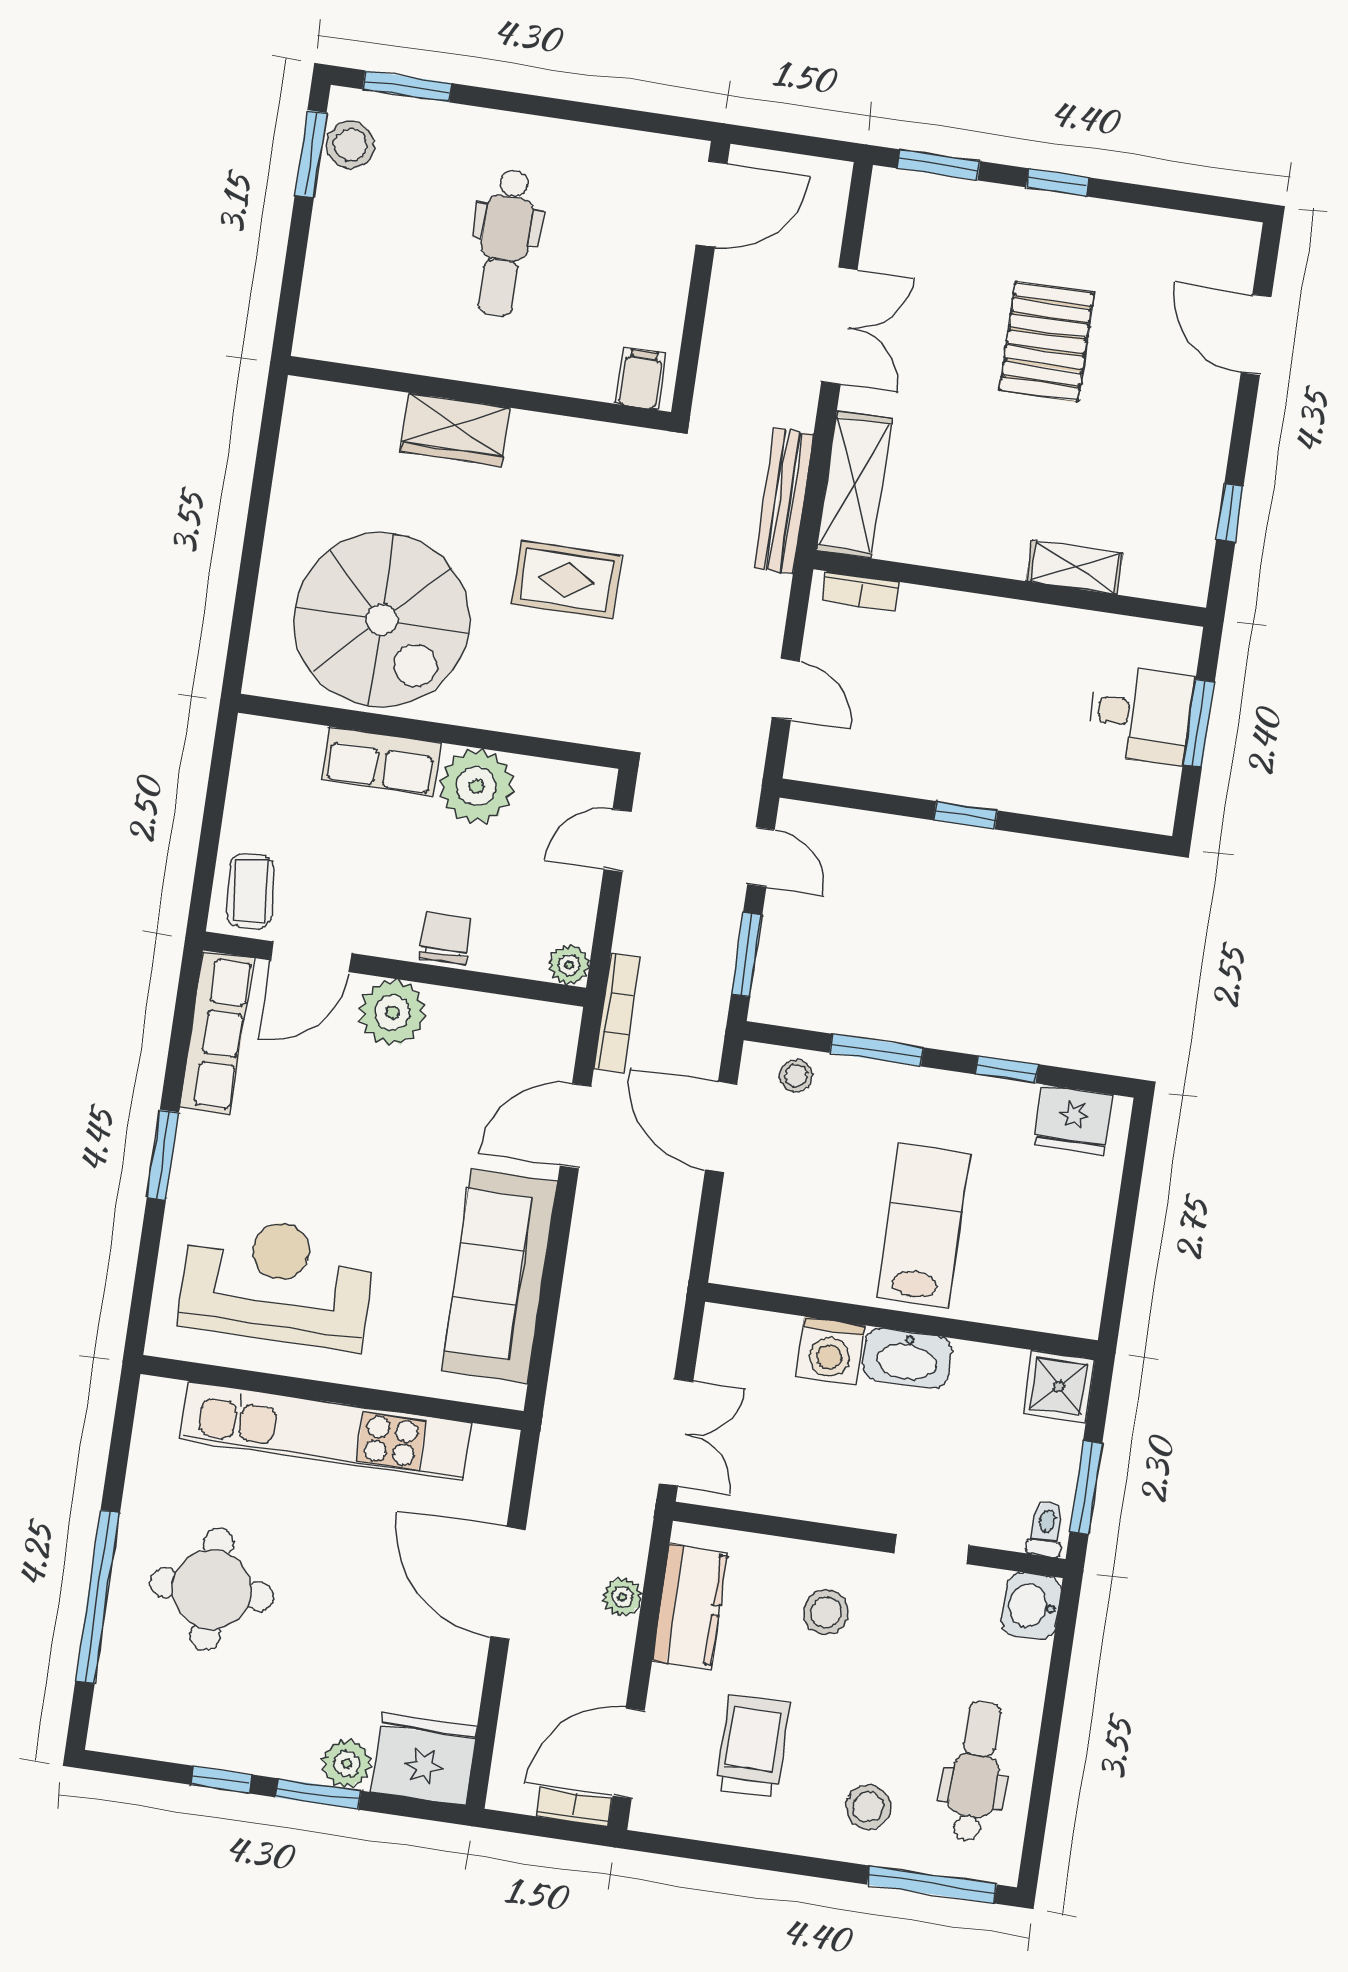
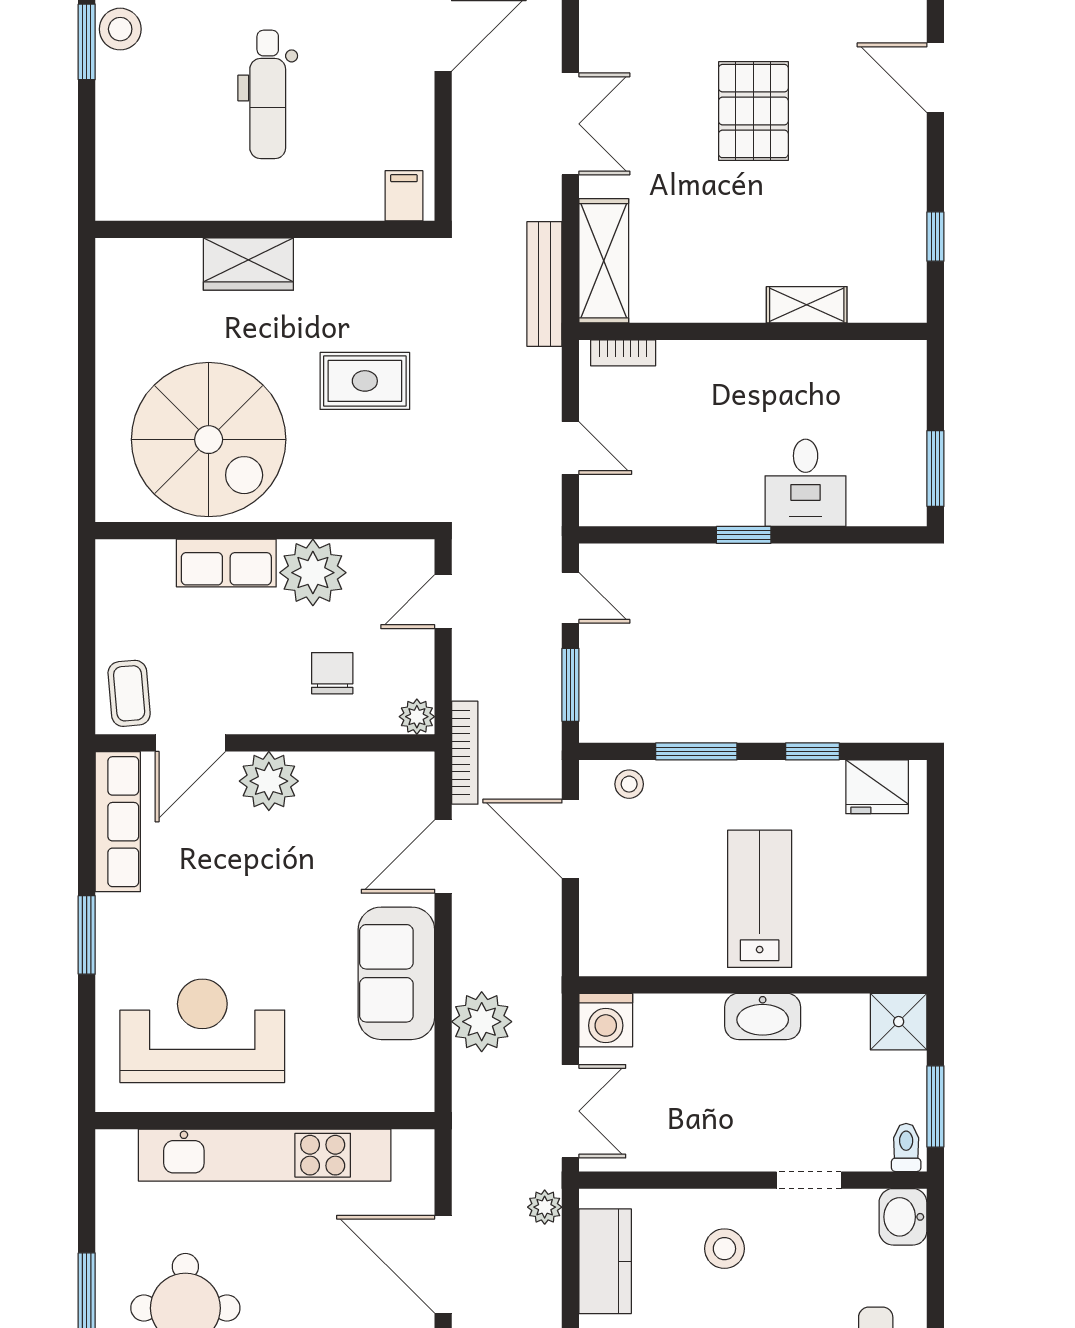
desk: (1140, 714) -> (806, 483), moved, turned 90
window: (1199, 723) -> (935, 468), moved
chair: (445, 938) -> (332, 673), moved
sofa: (500, 1276) -> (396, 973), width x0.73
plant: (591, 1317) -> (482, 1022), added
washing machine: (830, 1351) -> (606, 1020), moved
plant: (622, 1597) -> (545, 1207), moved

